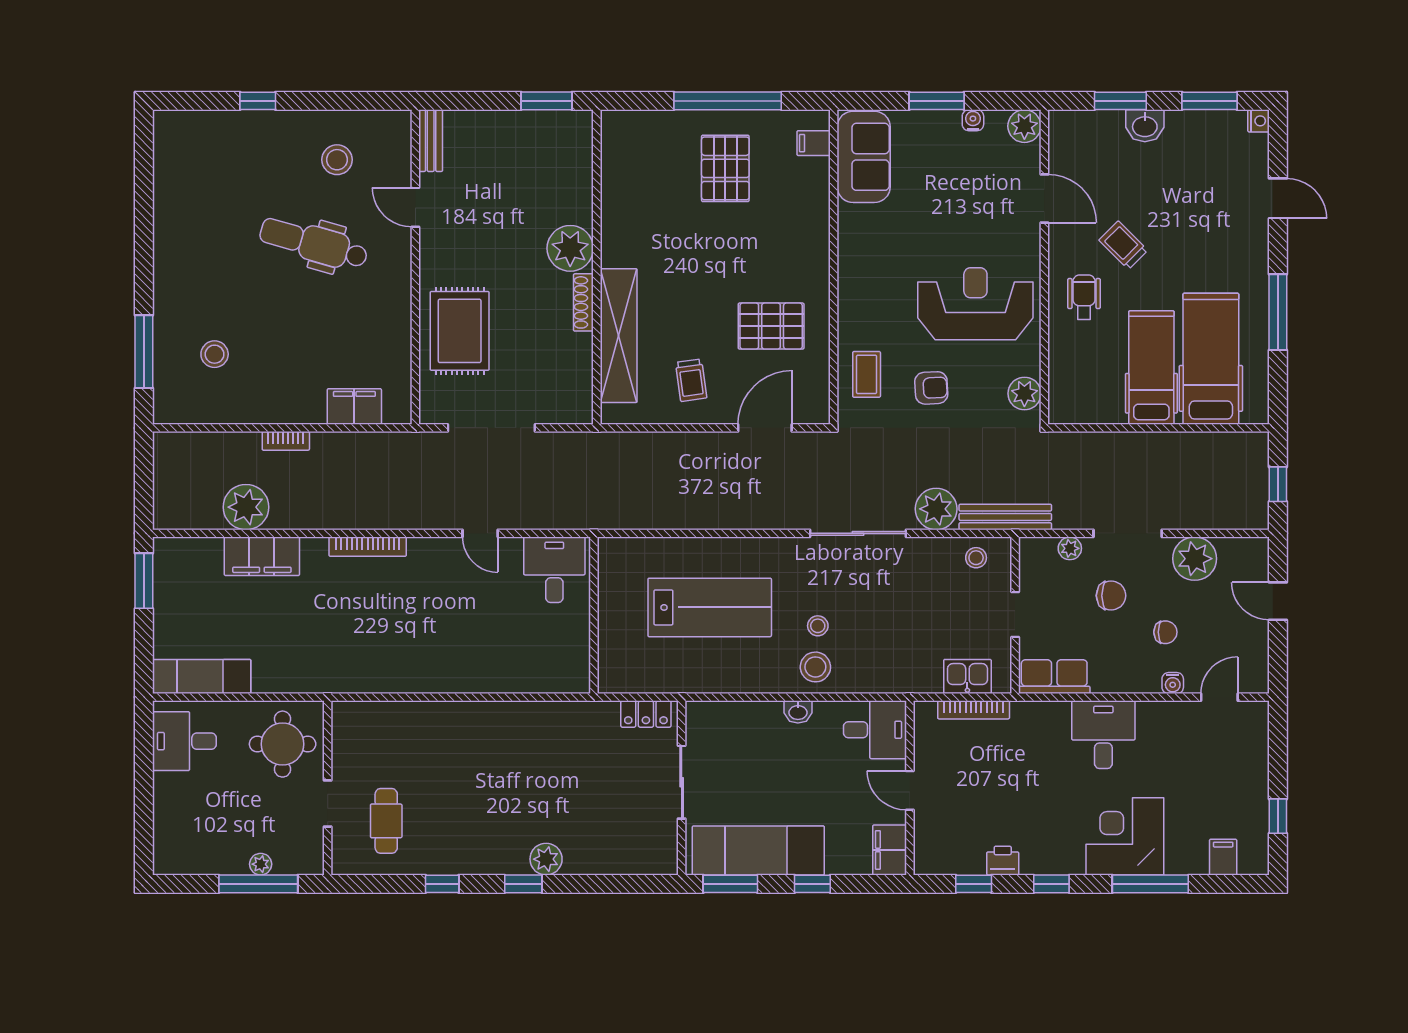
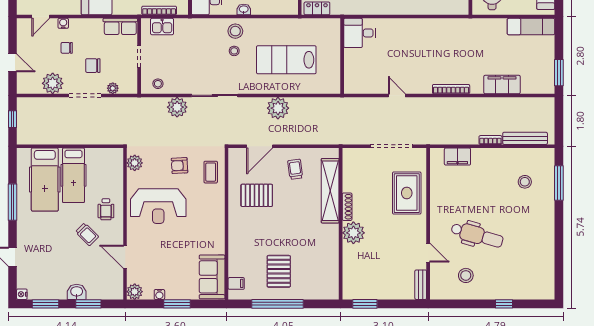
plant: (246, 507) -> (278, 108), moved
bench: (1005, 517) -> (525, 138), moved
desk: (554, 570) -> (360, 33), moved, turned 90

